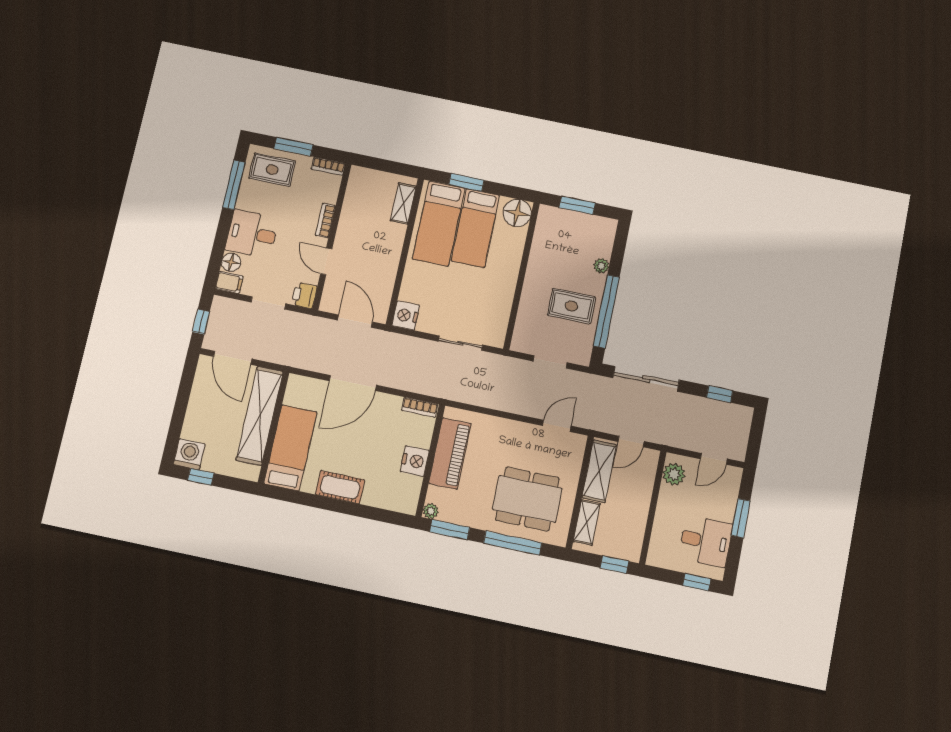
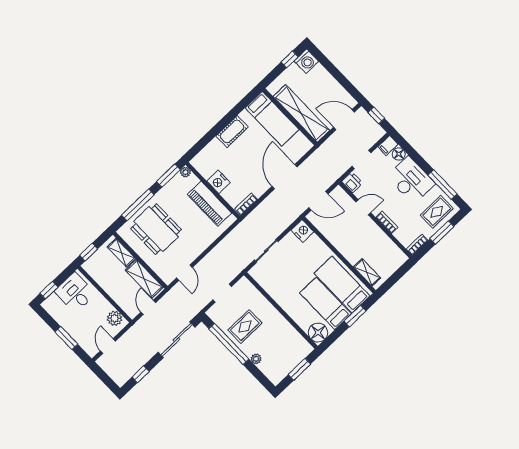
desk: (252, 234) -> (411, 180), width x1.37
dining table: (527, 499) -> (156, 229), turned 90
desk: (706, 541) -> (75, 293), moved, turned 90

